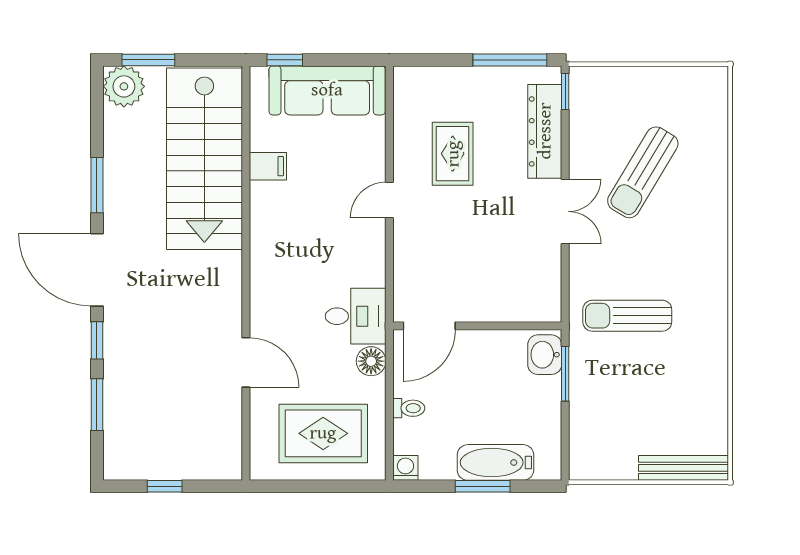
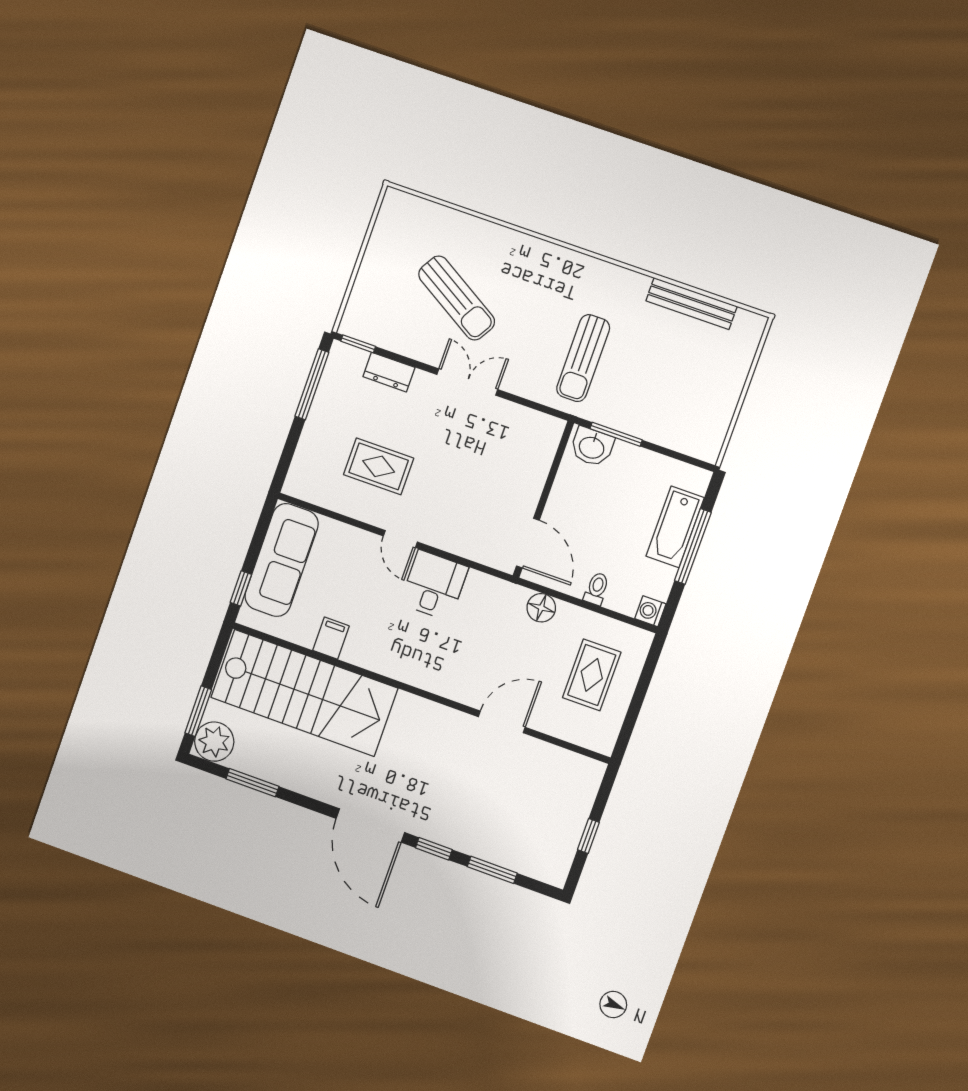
dresser: (545, 131) -> (389, 372), width x0.51, depth x0.80
window: (97, 185) -> (252, 783), moved
door: (97, 270) -> (370, 826), hinge flipped
desk: (356, 316) -> (434, 585), moved
rug: (323, 433) -> (592, 675), width x0.73, depth x0.70
bench: (684, 468) -> (691, 304), moved, turned 90
window: (483, 486) -> (693, 546), width x1.44

